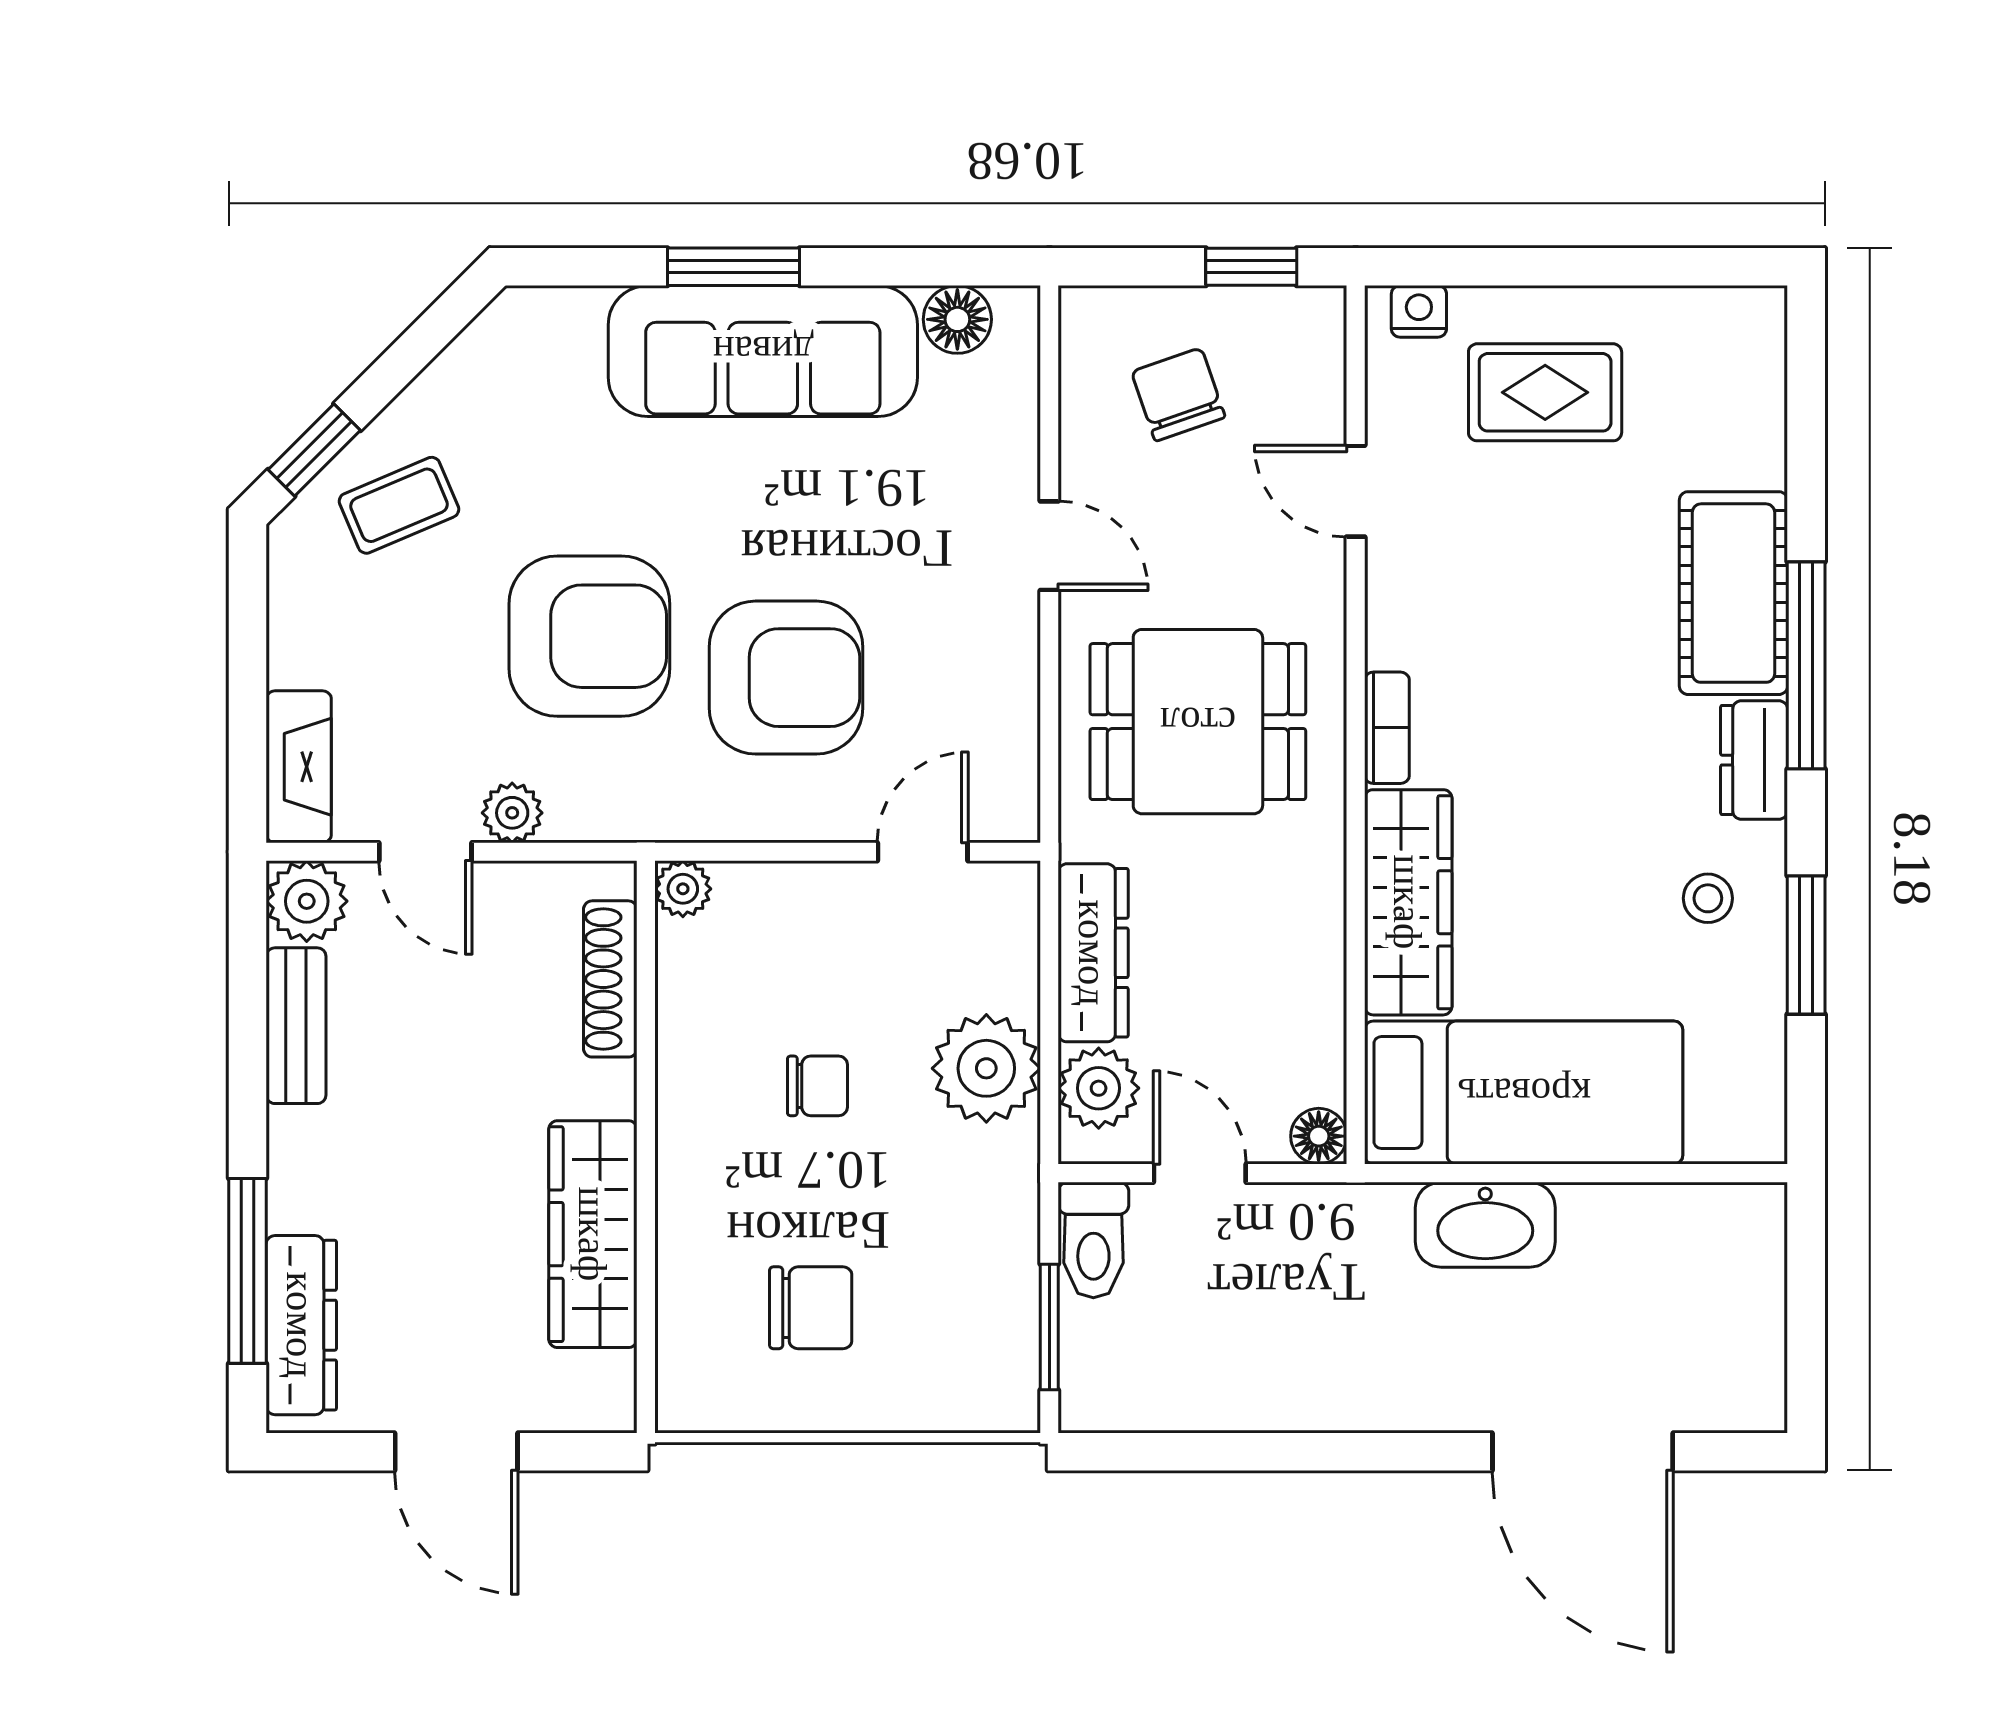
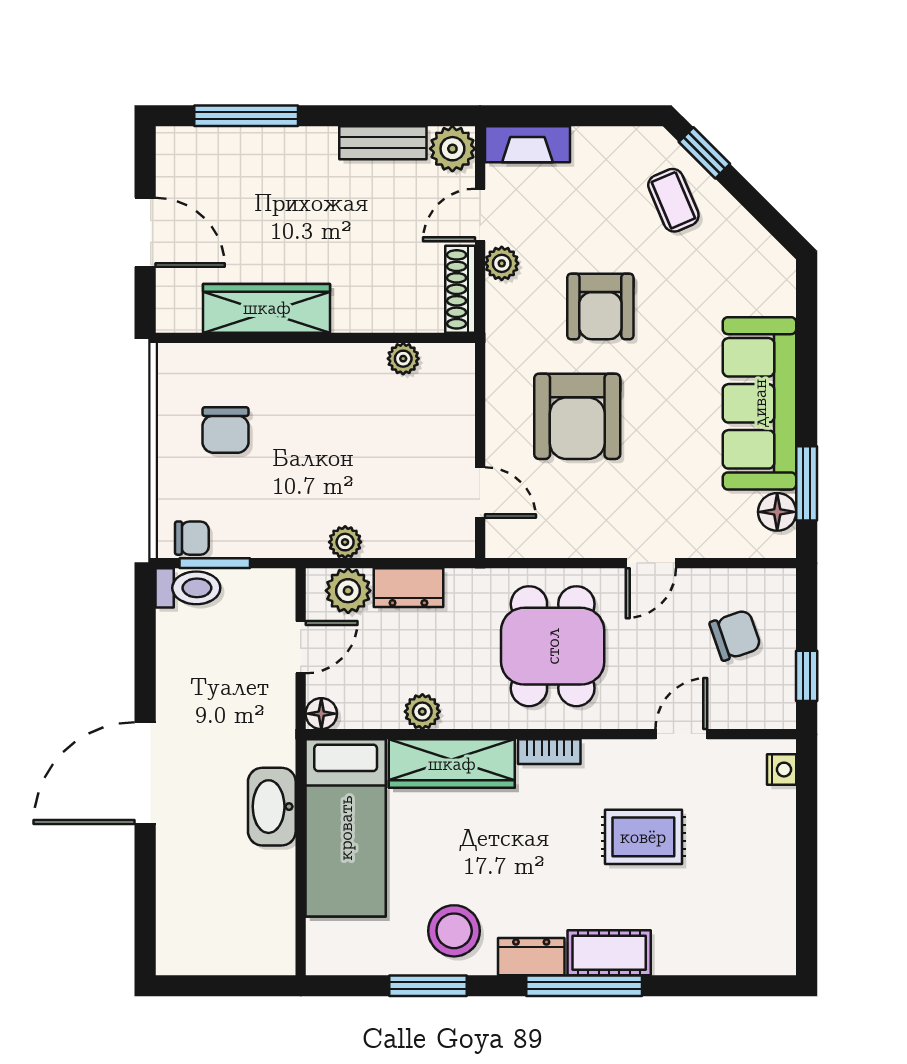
window: (734, 267) -> (807, 483), moved
rug: (1545, 392) -> (643, 837), moved, turned 90
cot: (1733, 593) -> (609, 953), width x0.73, depth x0.75
armchair: (589, 636) -> (600, 306), width x0.73, depth x0.73
plant: (683, 889) -> (403, 359), moved
stool: (1708, 898) -> (454, 931), width x1.89, depth x1.89
dresser: (1093, 953) -> (408, 588), width x0.70
plant: (1315, 955) -> (422, 712), added
shoe rack: (610, 979) -> (460, 289), moved, turned -90
plant: (986, 1068) -> (345, 542), width x0.53, depth x0.53
chair: (817, 1086) -> (192, 538), moved, turned -90
toilet: (1093, 1240) -> (188, 588), moved, turned 180
dresser: (301, 1325) -> (216, 146), removed
door: (456, 1452) -> (145, 232), swing flipped
door: (1583, 1452) -> (145, 773), moved

